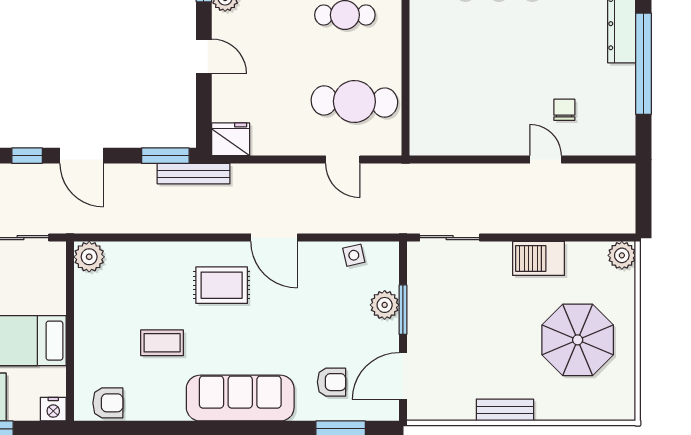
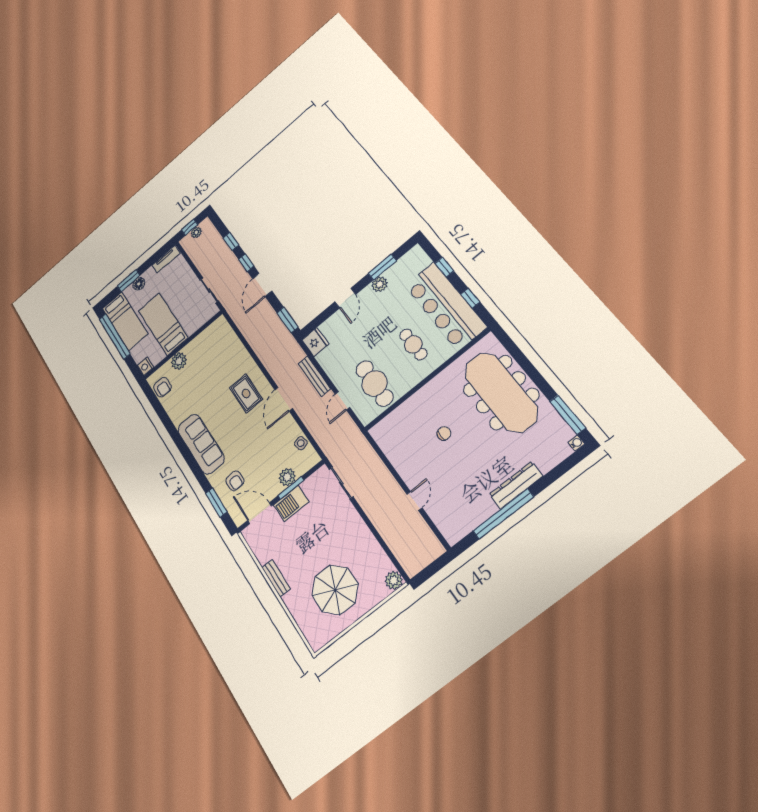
chair: (564, 110) -> (444, 433), moved
bench: (194, 174) -> (314, 376), moved
plant: (89, 257) -> (179, 361), moved
barbecue: (539, 258) -> (291, 503), moved, turned -90
coffee table: (162, 343) -> (203, 389), removed

